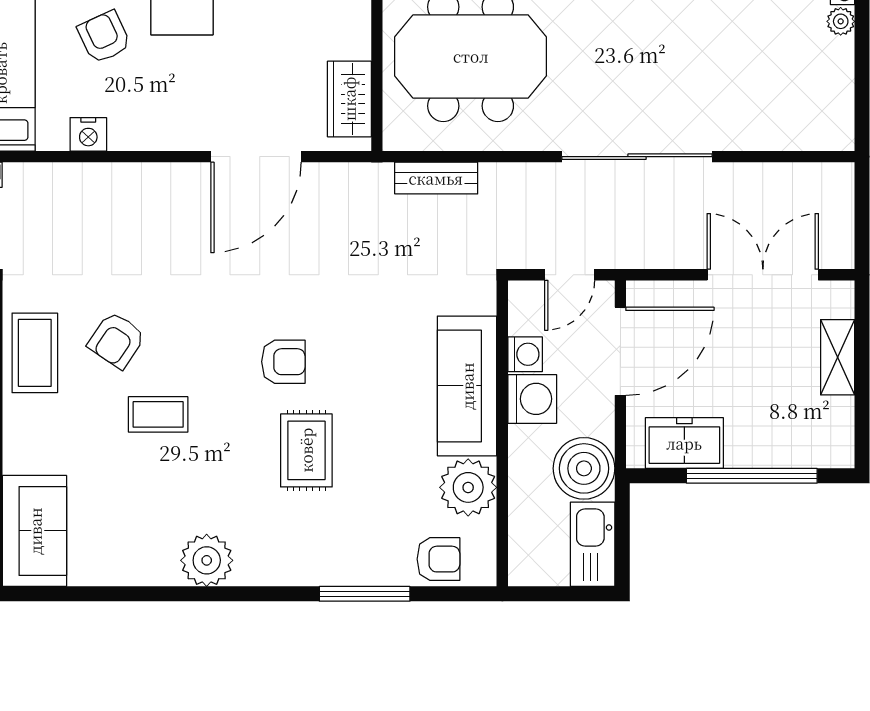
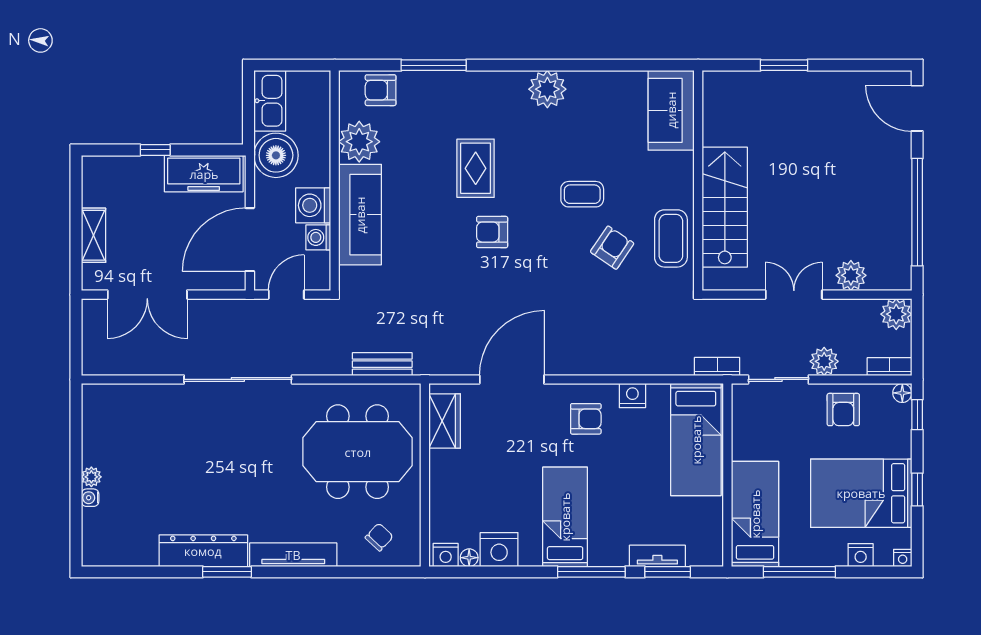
armchair: (104, 37) -> (586, 419), moved, turned -65
freezer: (684, 443) -> (204, 174), width x1.40
window: (752, 476) -> (155, 150), width x0.32

